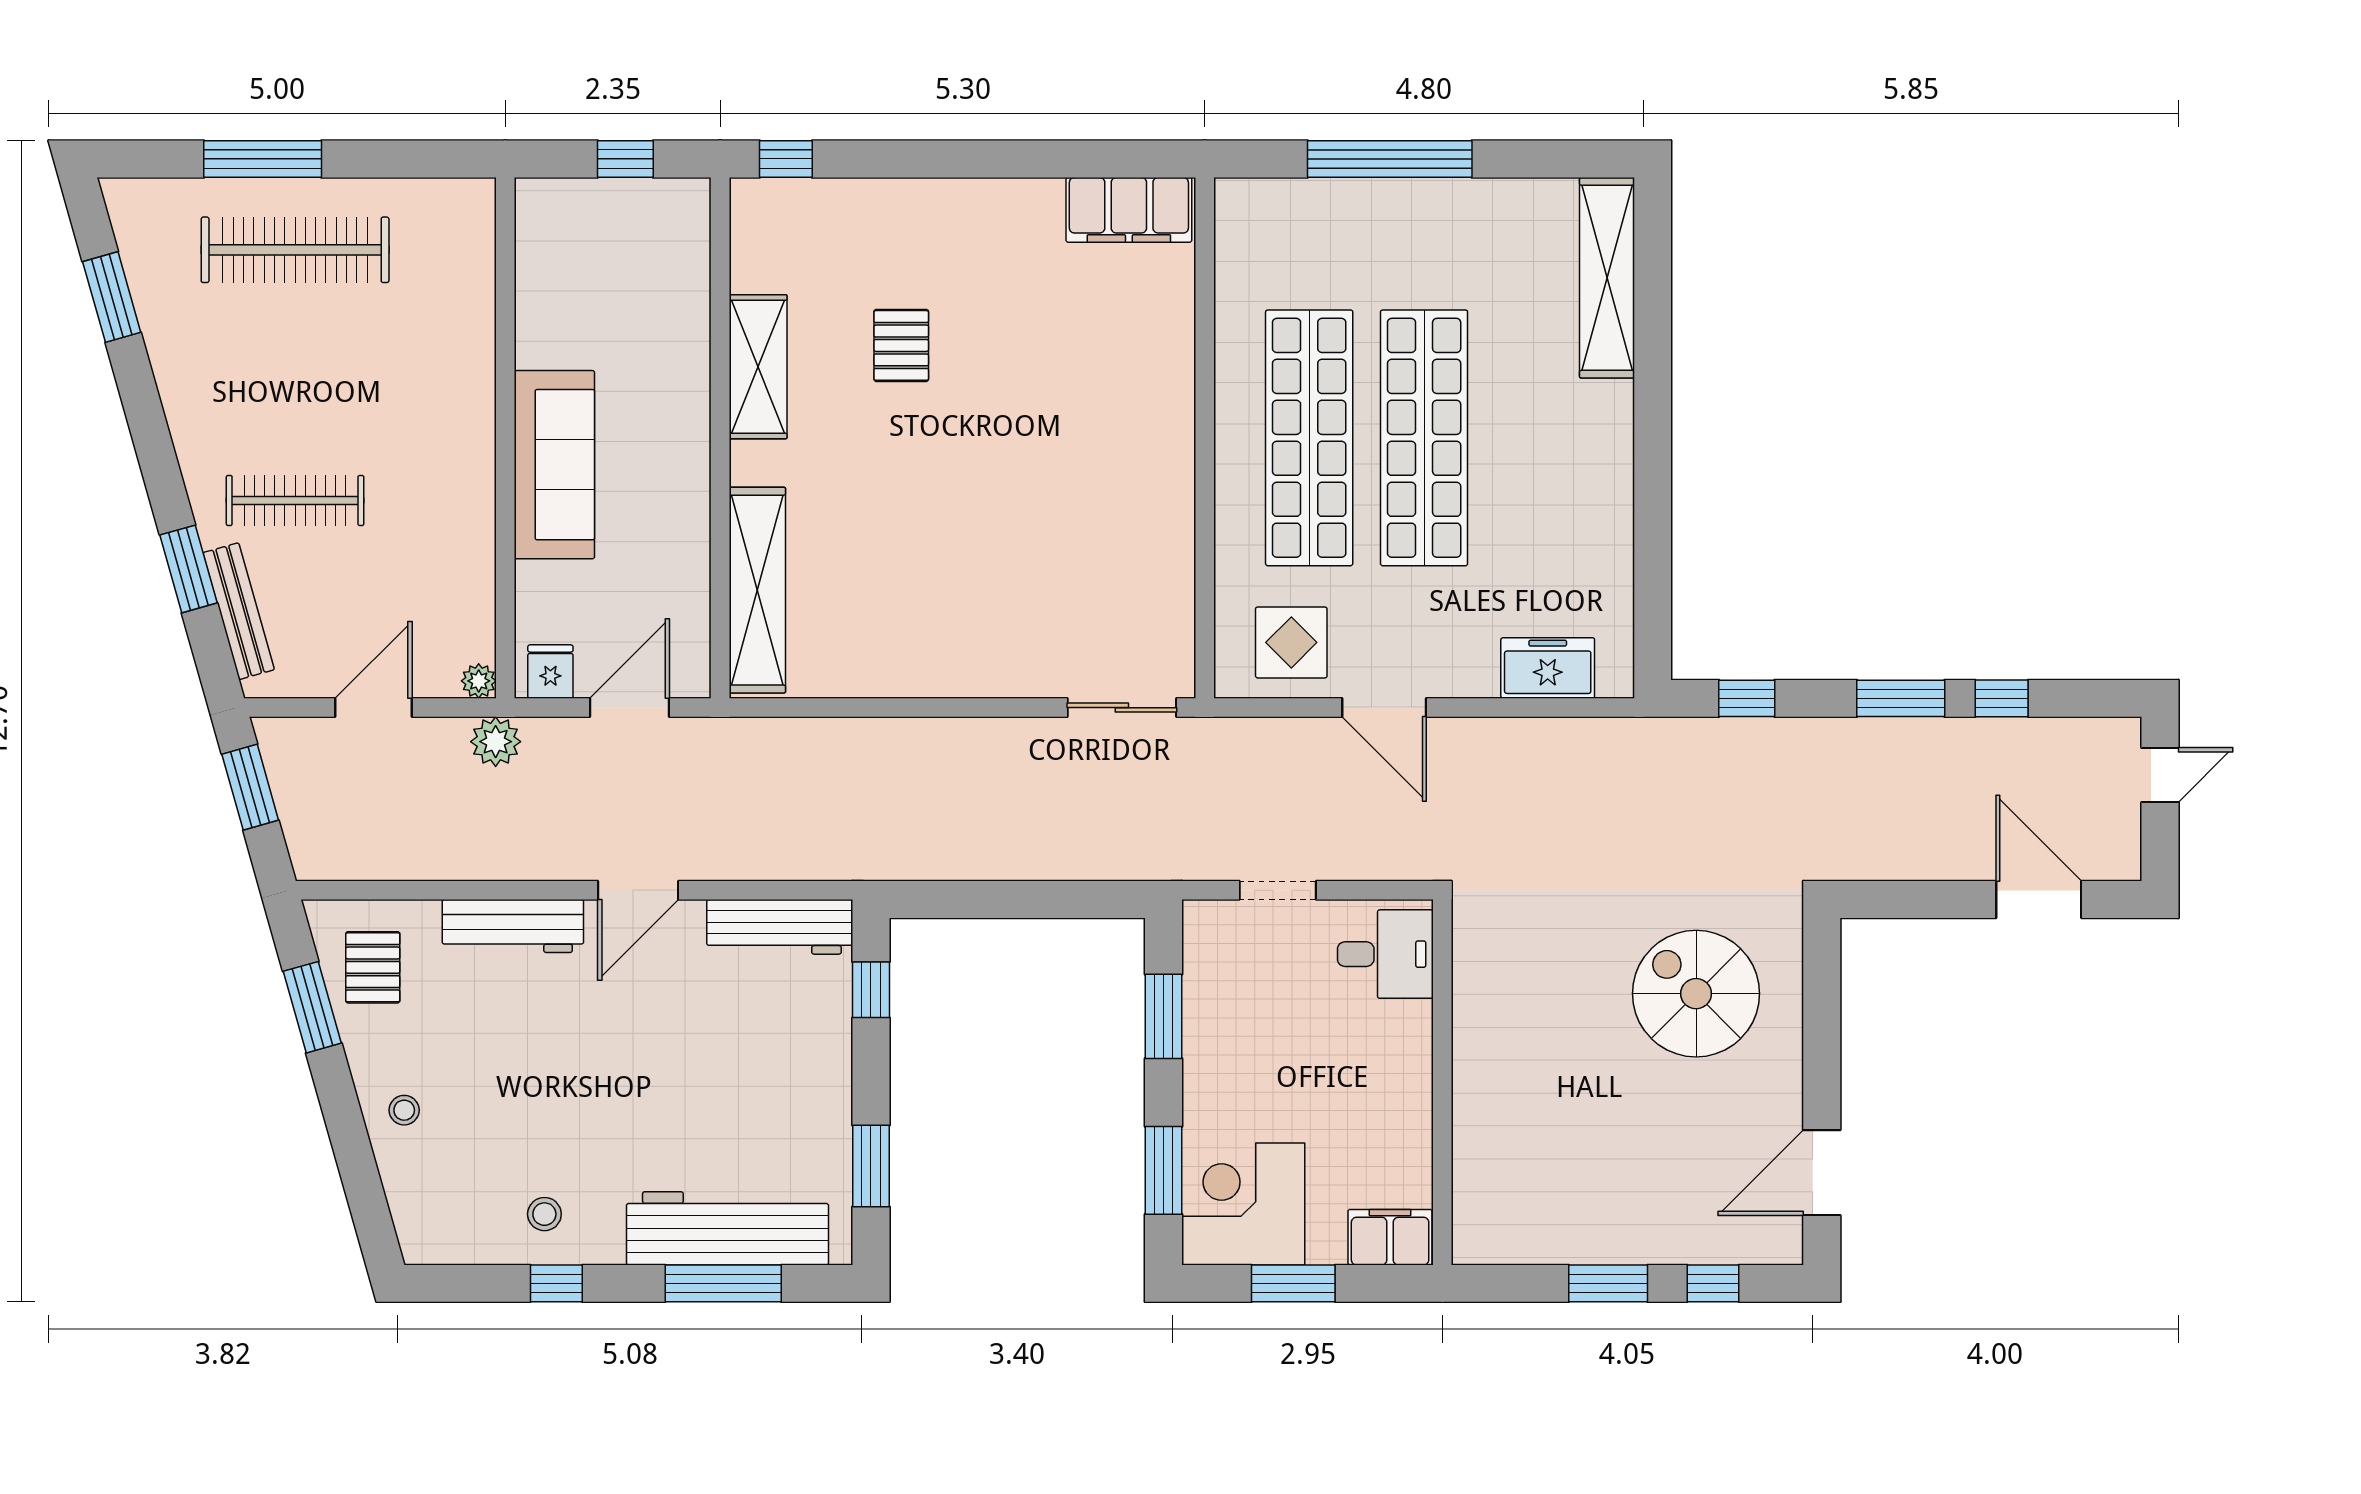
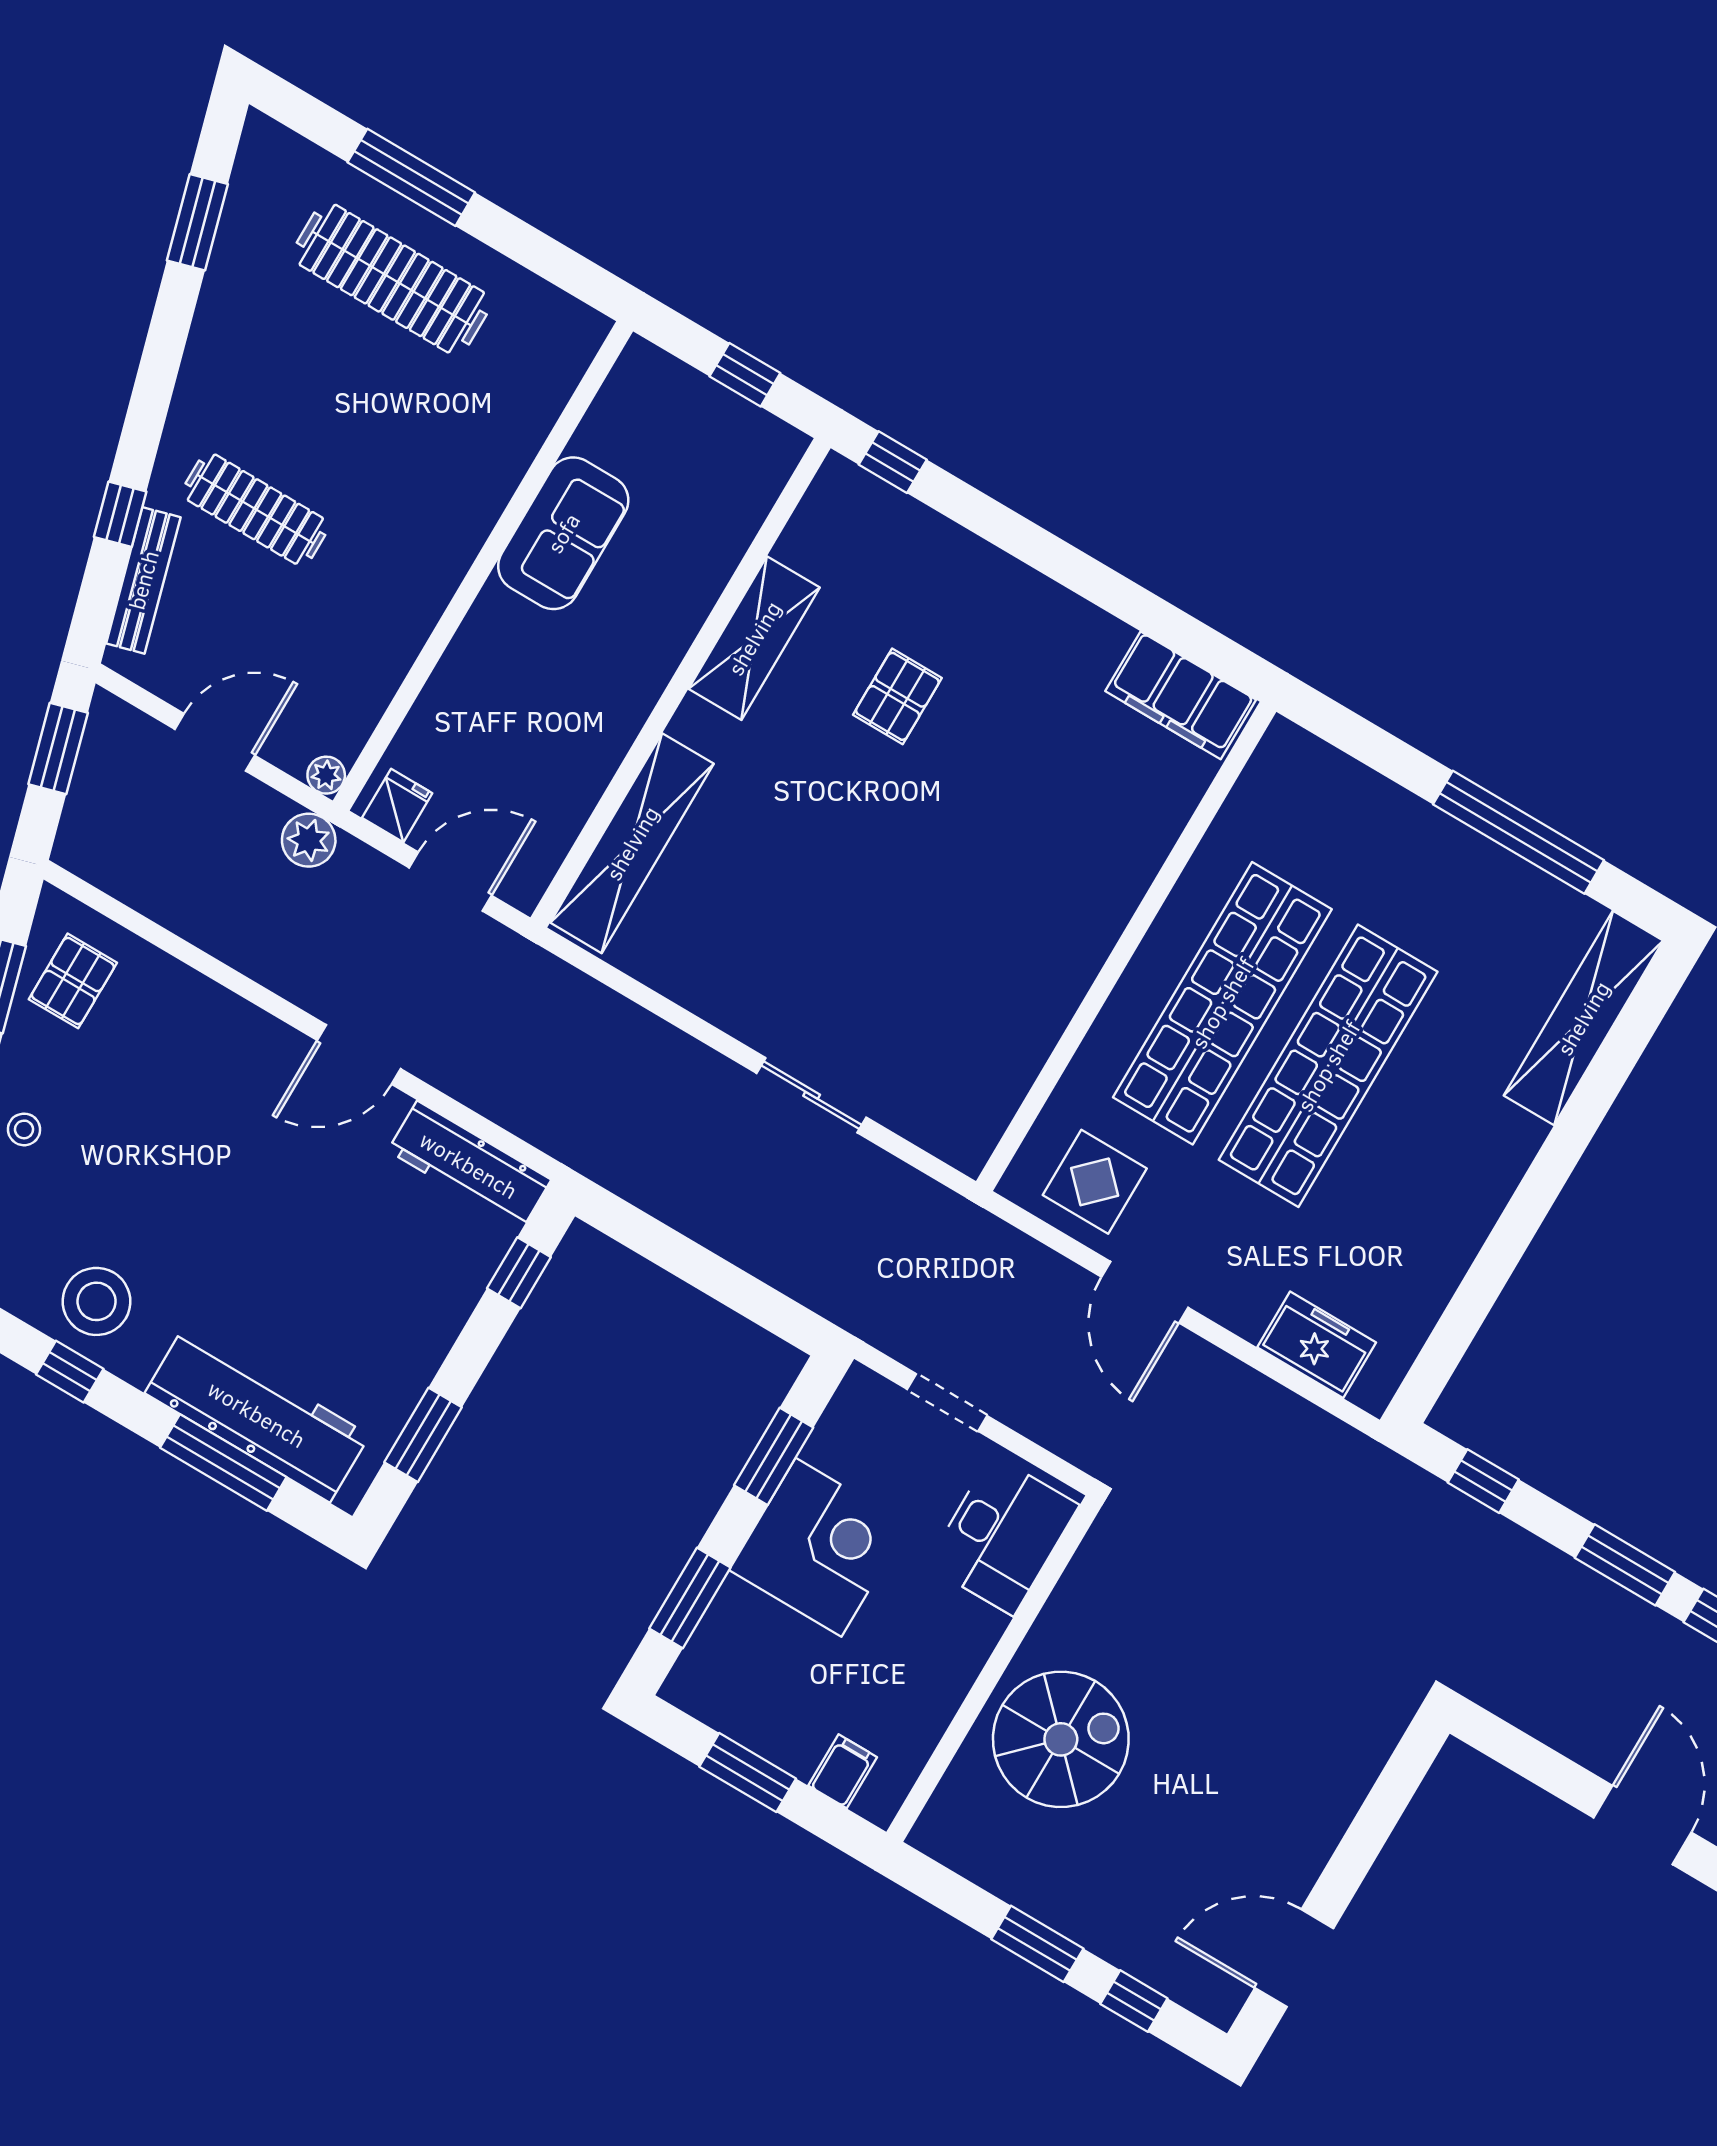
window: (1390, 159) -> (1519, 832), moved
sofa: (554, 465) -> (563, 533), moved, width x0.73
window: (188, 569) -> (120, 514), width x0.67
sliding door: (1122, 708) -> (812, 1095), moved
workbench: (513, 926) -> (224, 1019), removed
desk: (1385, 954) -> (1003, 1535), width x1.37
spiral stairs: (1696, 994) -> (1061, 1739), moved, turned 90
corner desk: (1244, 1204) -> (819, 1547), moved, turned 90
stool: (544, 1214) -> (97, 1301), width x1.89, depth x1.89
filing cabinet: (1390, 1237) -> (843, 1771), width x0.50

